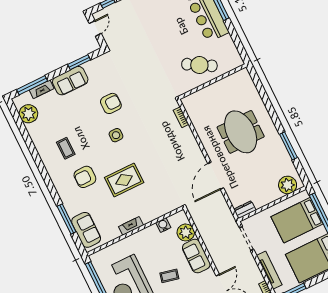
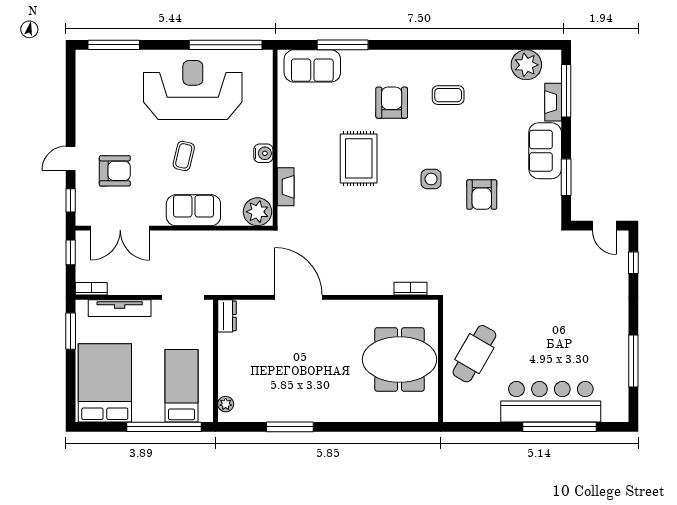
meeting table: (241, 132) -> (400, 359), moved
plant: (288, 185) -> (226, 404), width x0.53, depth x0.53
bed: (297, 220) -> (182, 386), width x0.67
water cooler: (163, 225) -> (263, 153), moved
fireplace: (131, 226) -> (286, 187), moved
plant: (186, 232) -> (257, 212), moved

